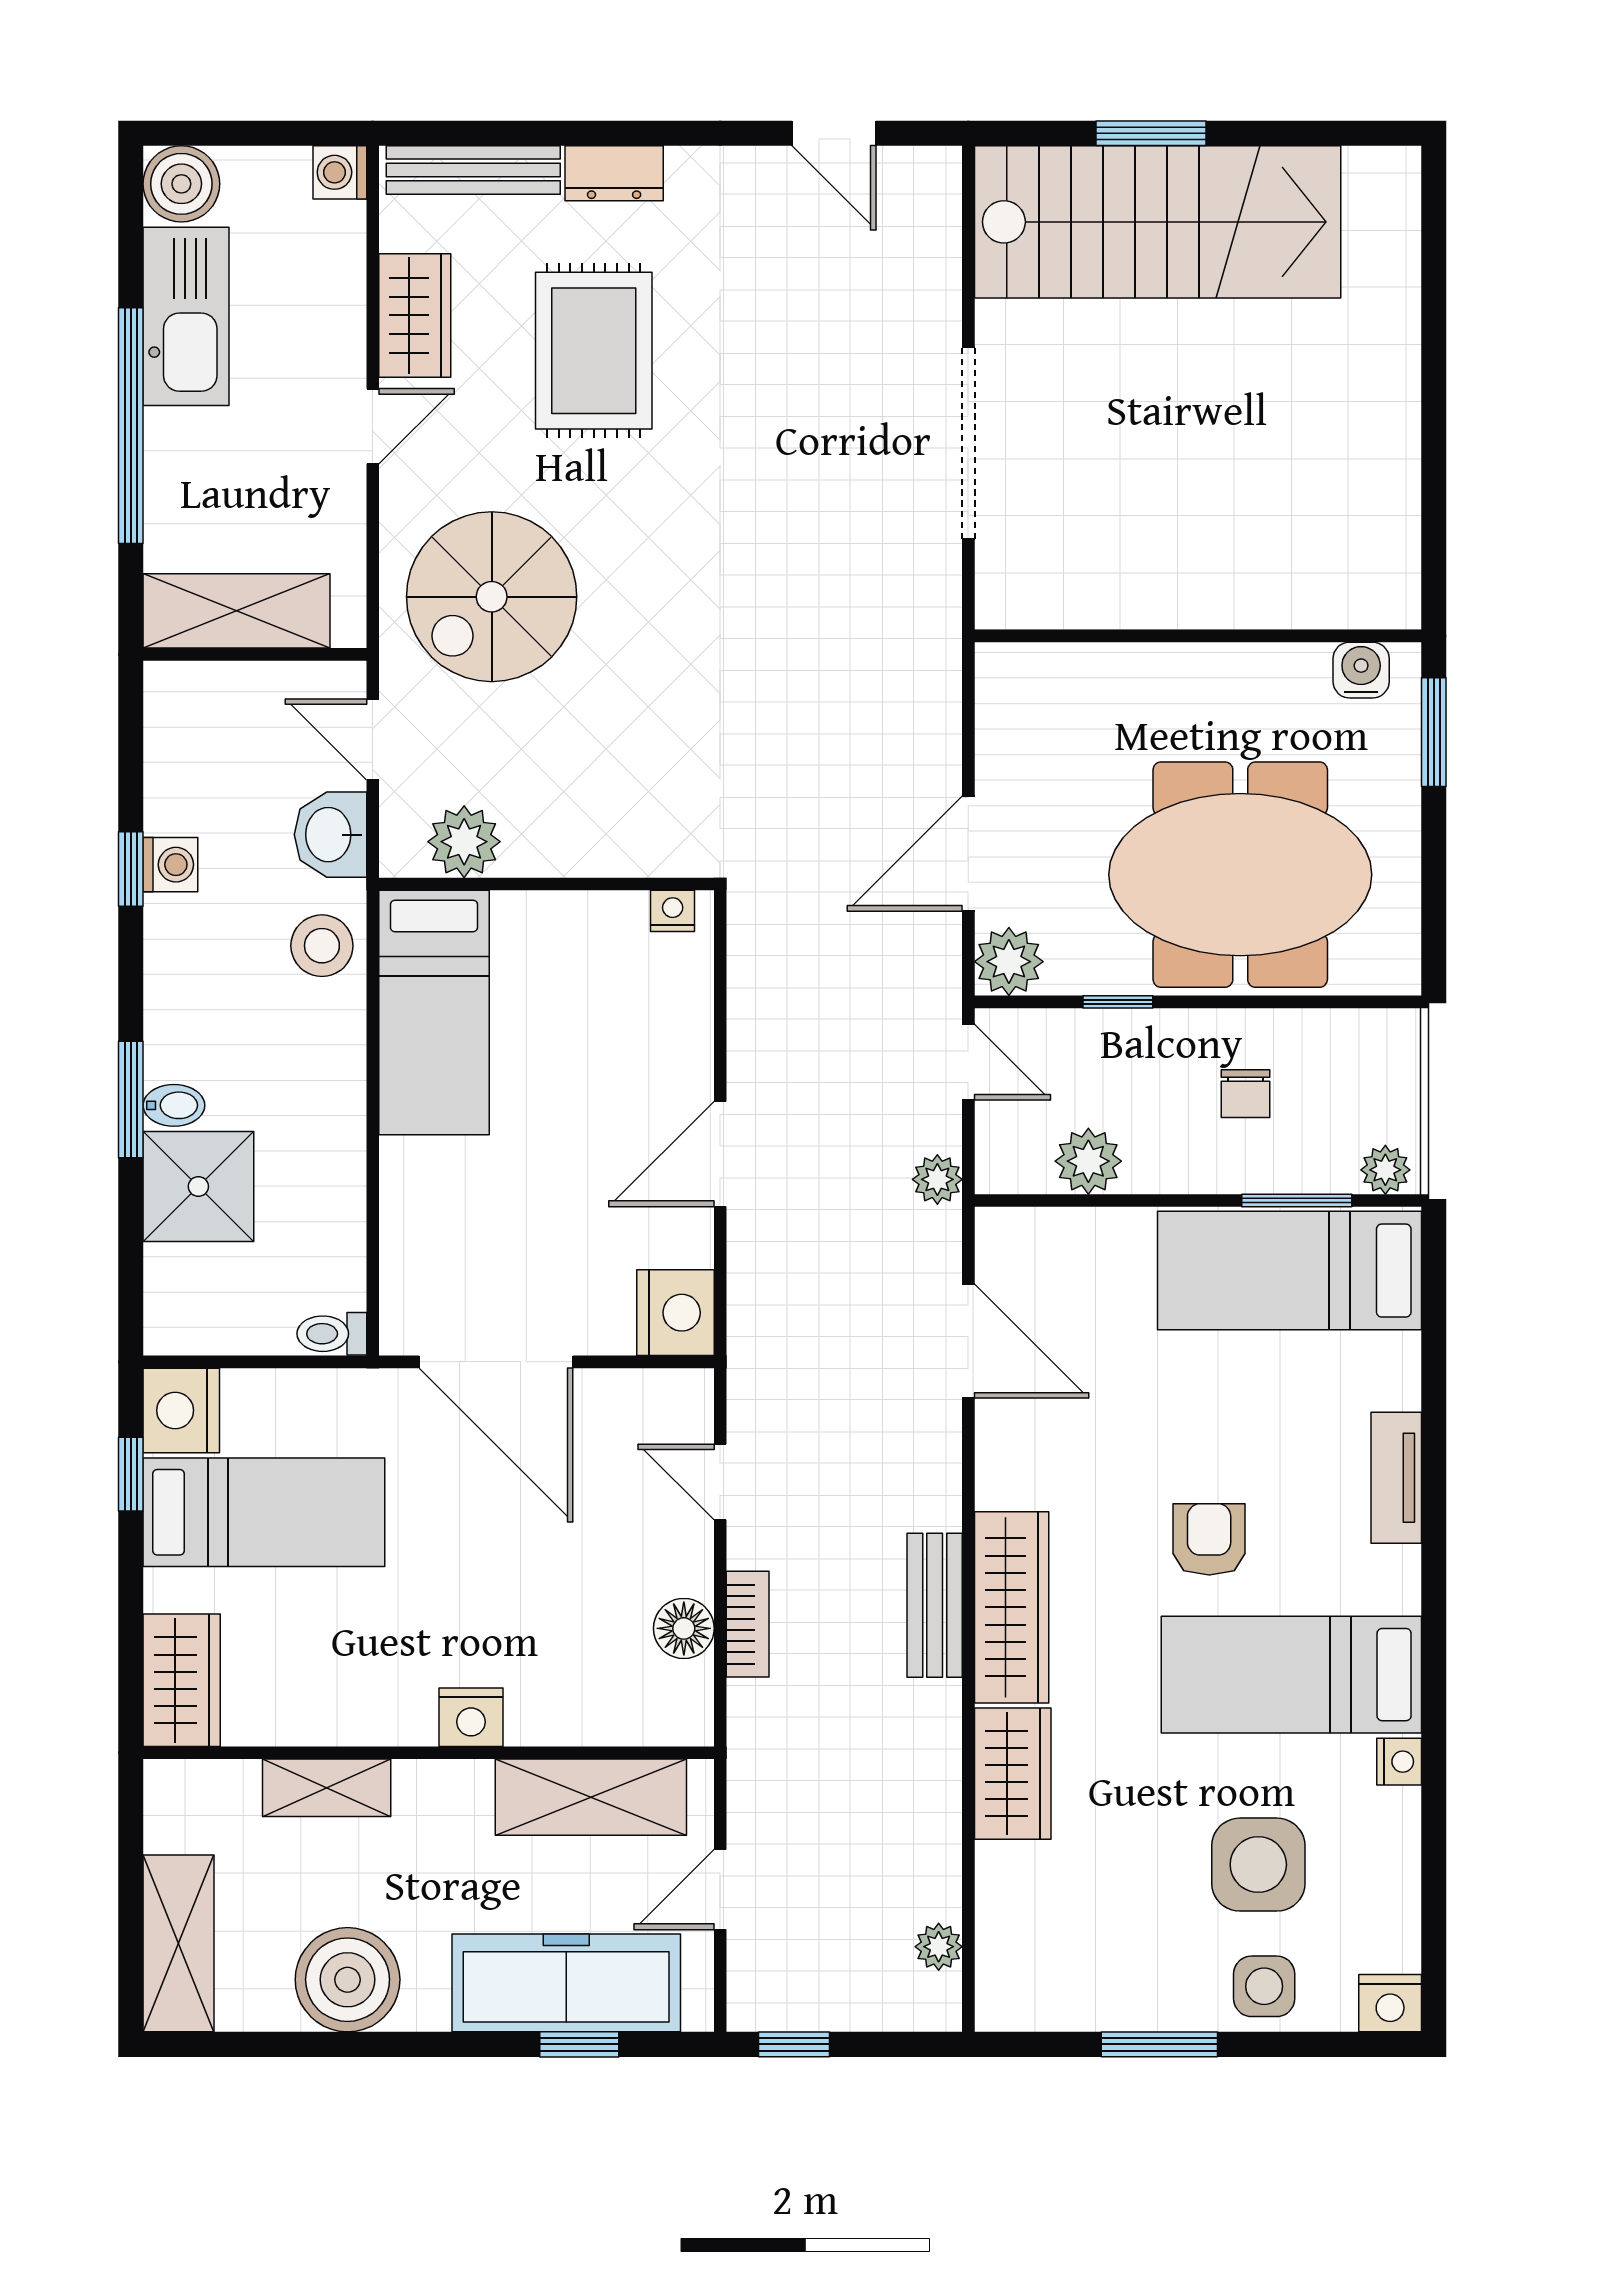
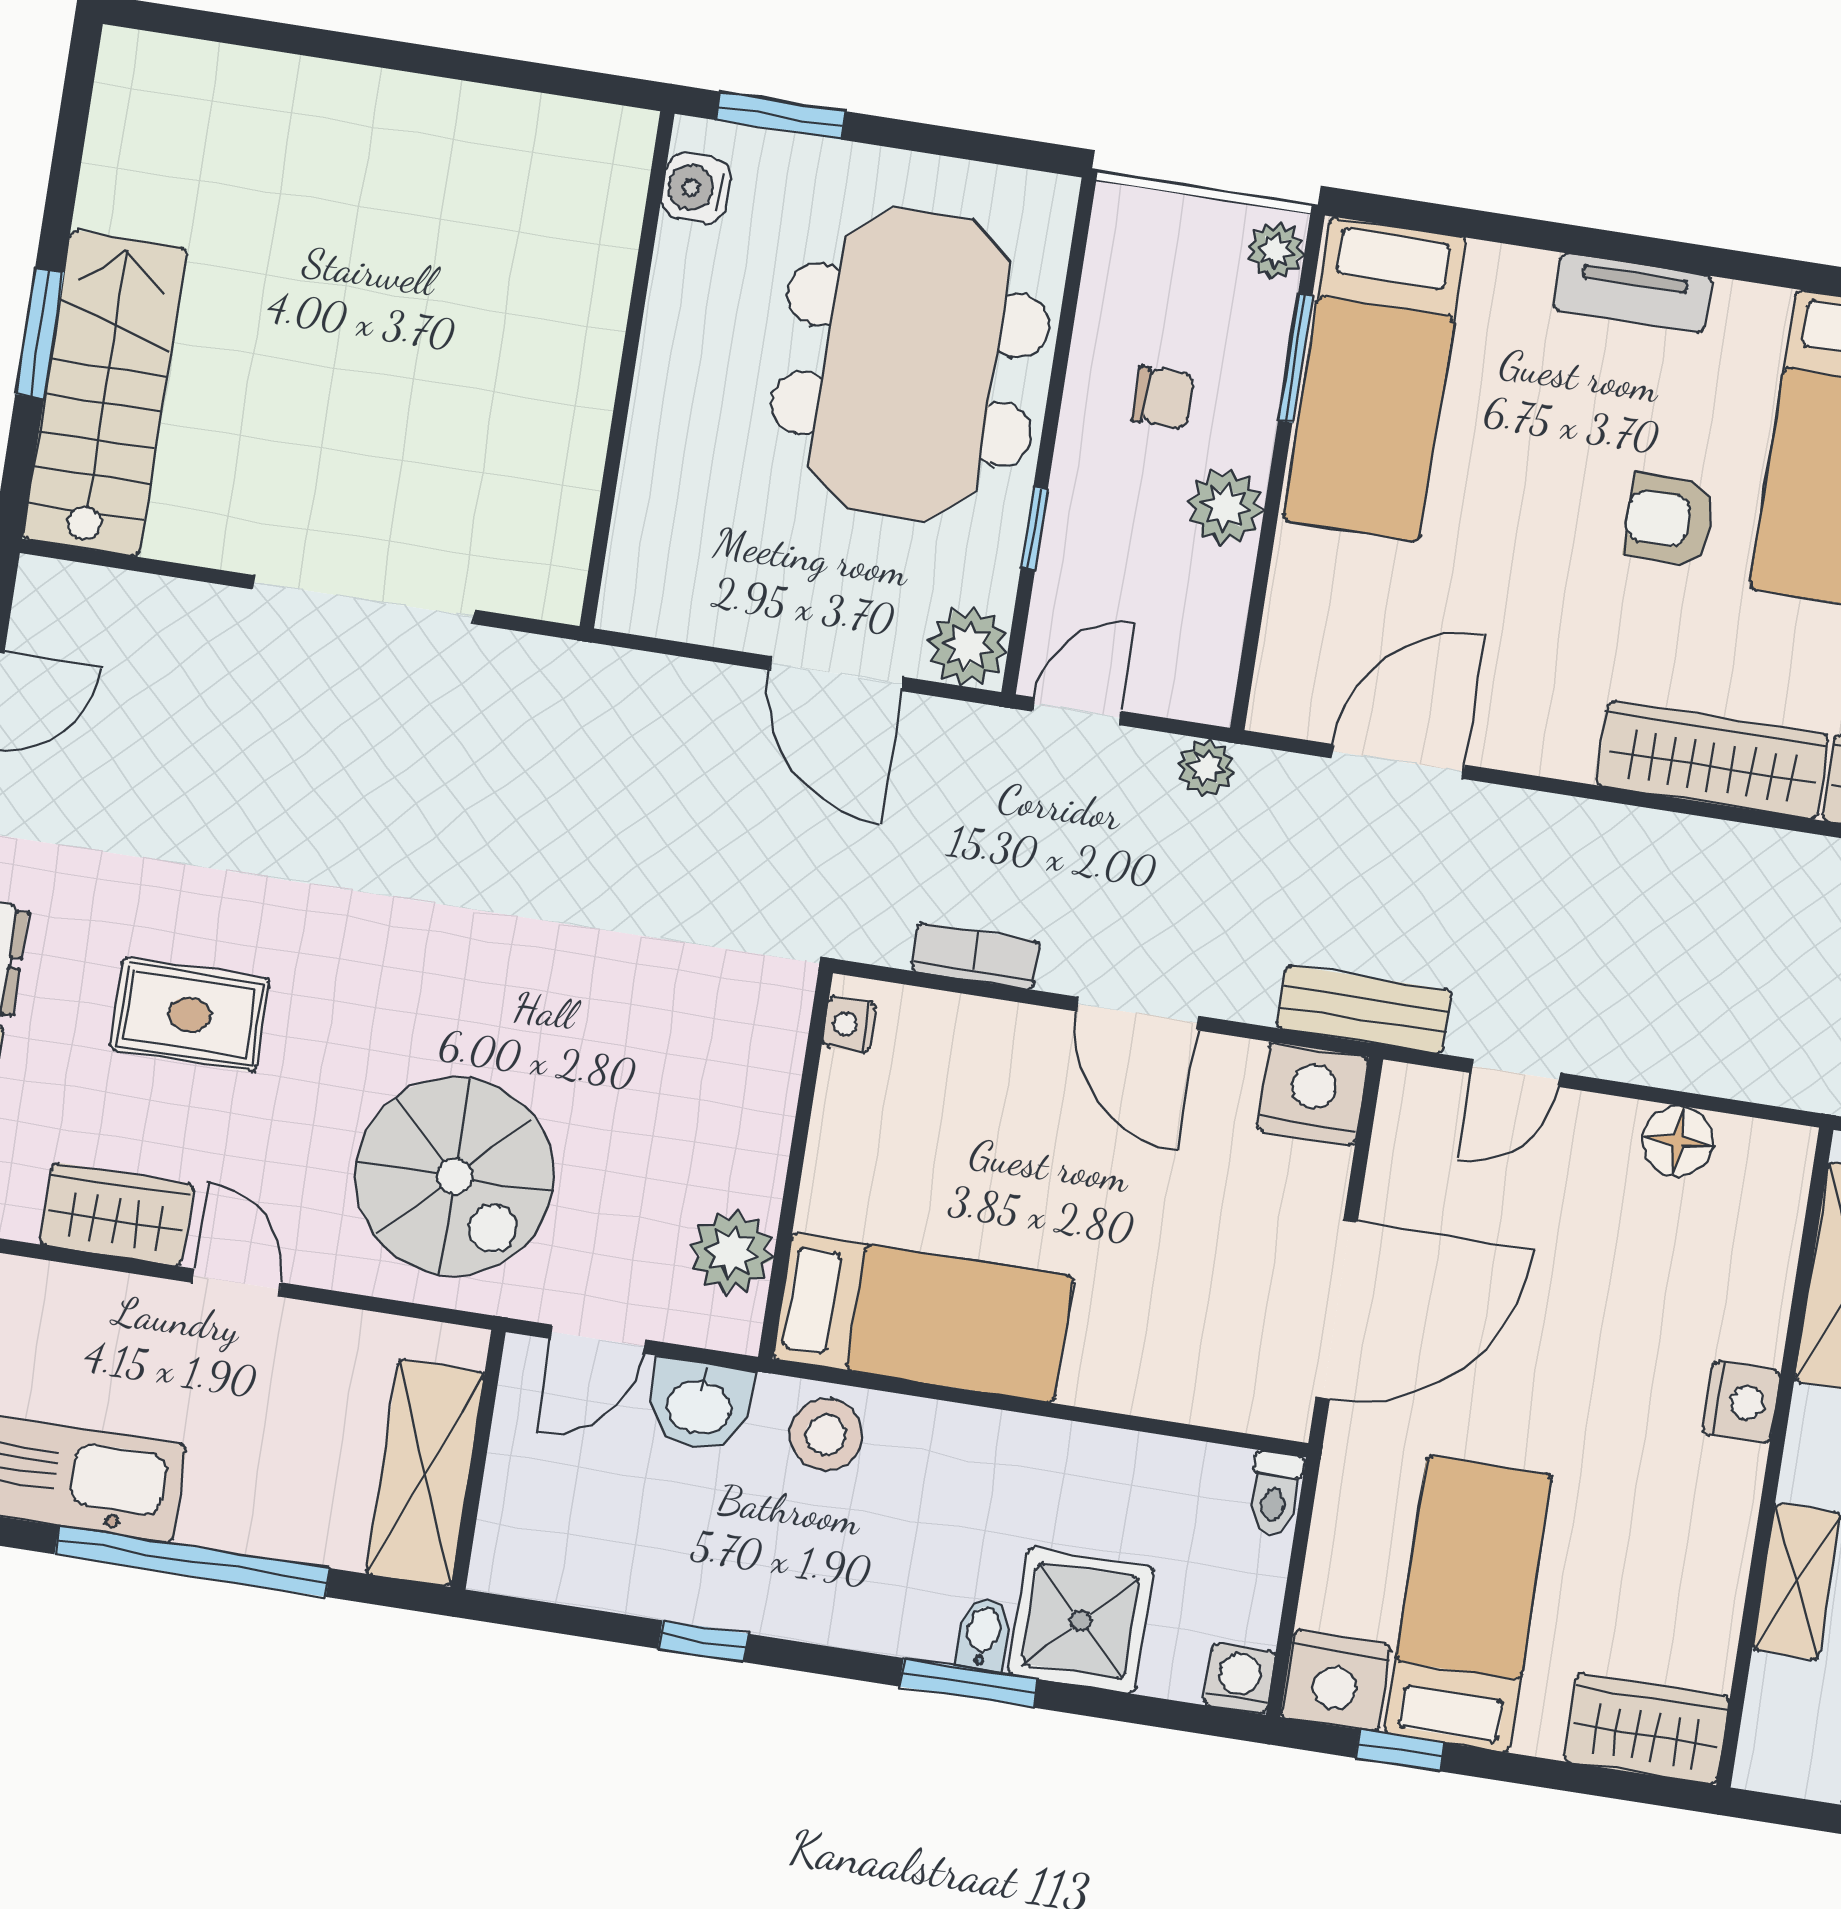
stairs: (1158, 222) -> (105, 393), width x0.73, depth x0.66
rug: (594, 351) -> (190, 1014), width x0.73, depth x0.70
washing machine: (170, 865) -> (1239, 1678), moved
plant: (1088, 1161) -> (1226, 507), moved
bench: (935, 1605) -> (1364, 1009), moved
bookcase: (748, 1624) -> (976, 956), moved

